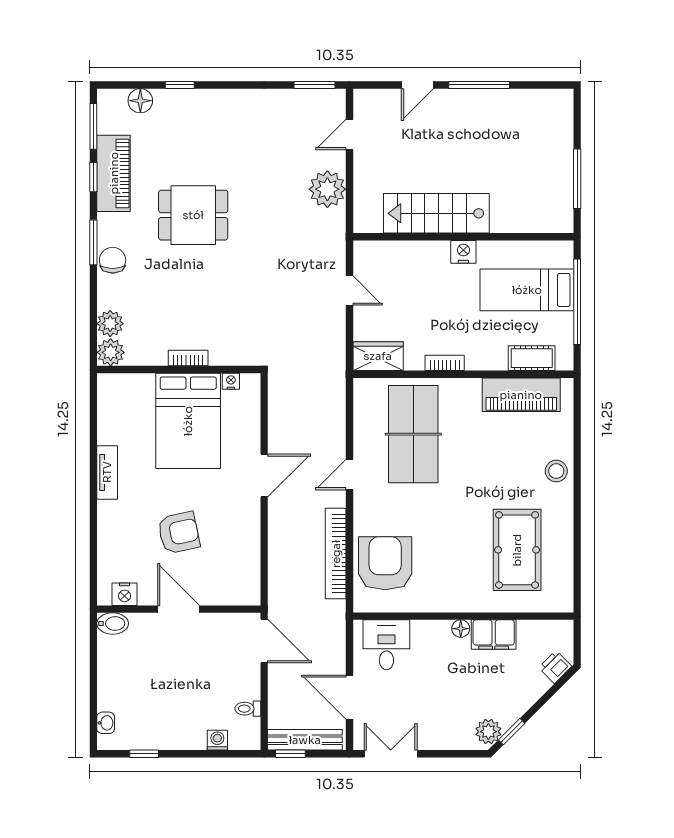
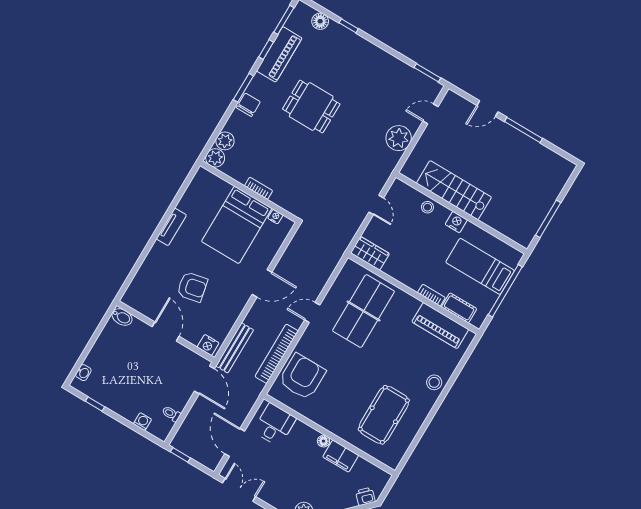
stool: (416, 255) -> (427, 207), added
bookcase: (445, 363) -> (431, 295), moved
nightstand: (125, 594) -> (208, 345), moved
bench: (305, 740) -> (235, 348), moved, turned 90

